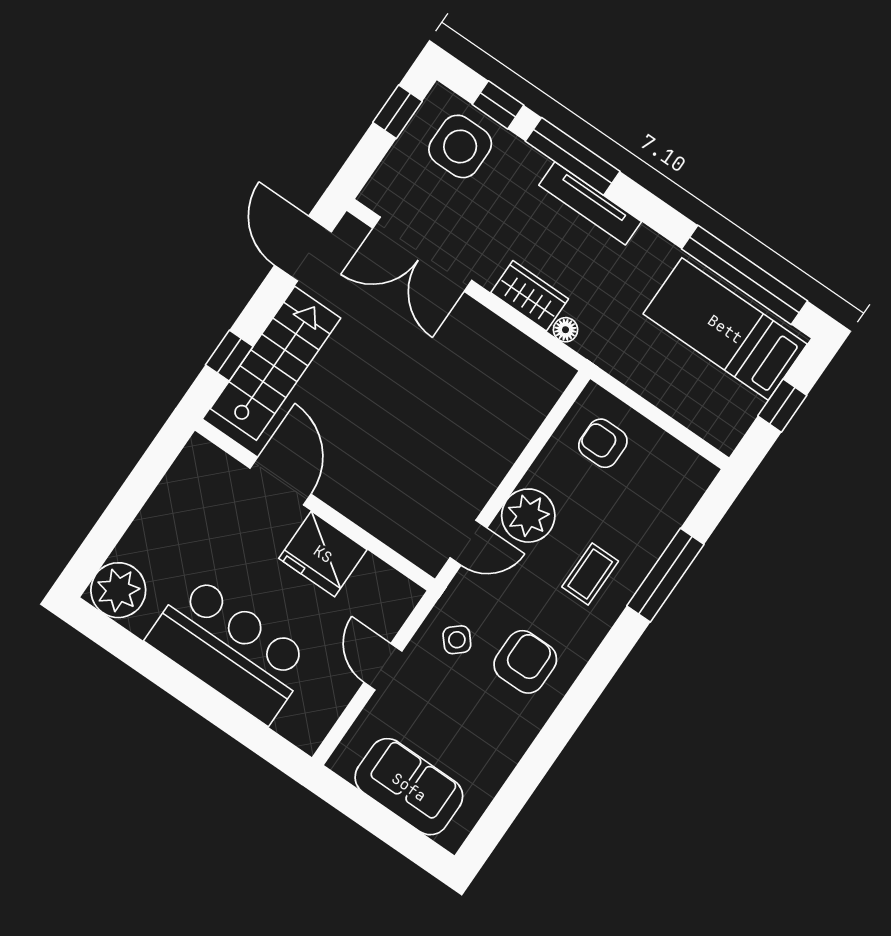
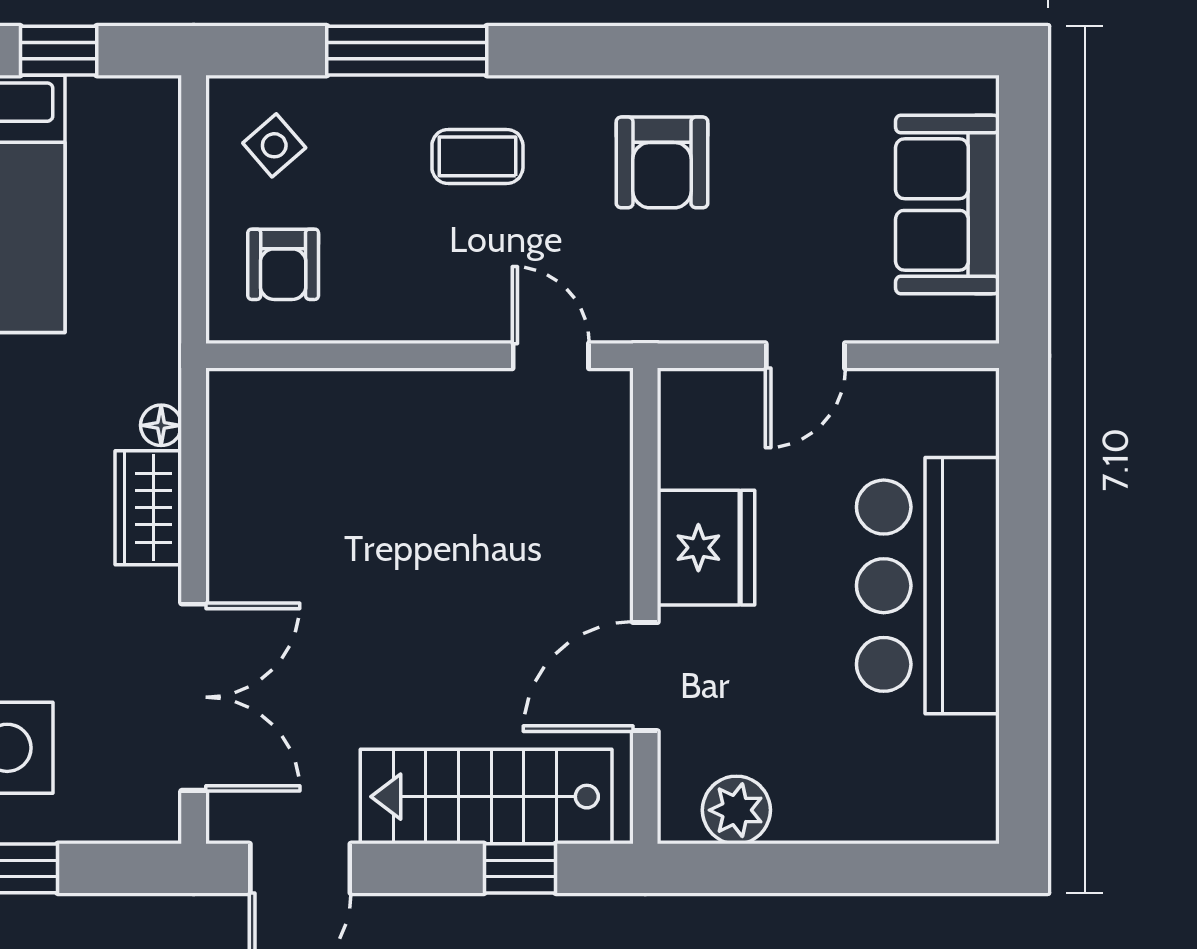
plant: (528, 516) -> (455, 299), removed
plant: (118, 590) -> (736, 810), moved, width x0.73, depth x0.73
side table: (457, 640) -> (274, 145), moved
armchair: (525, 662) -> (662, 162), turned -90

